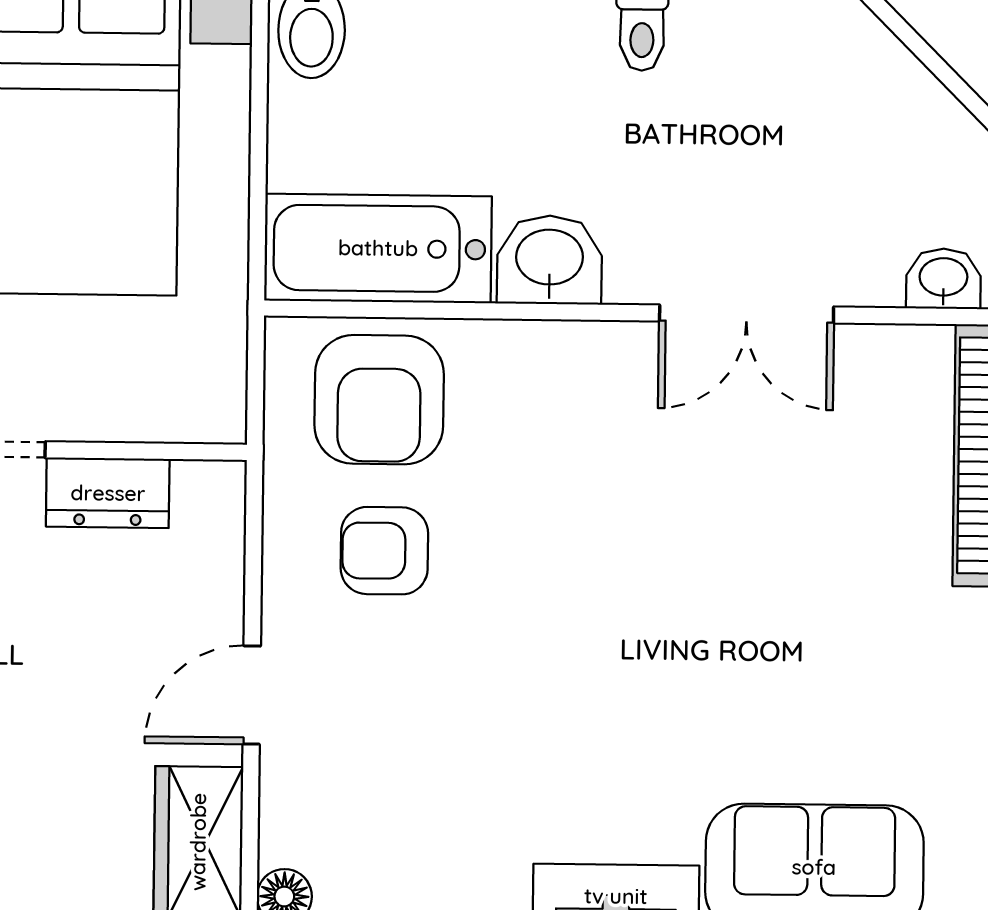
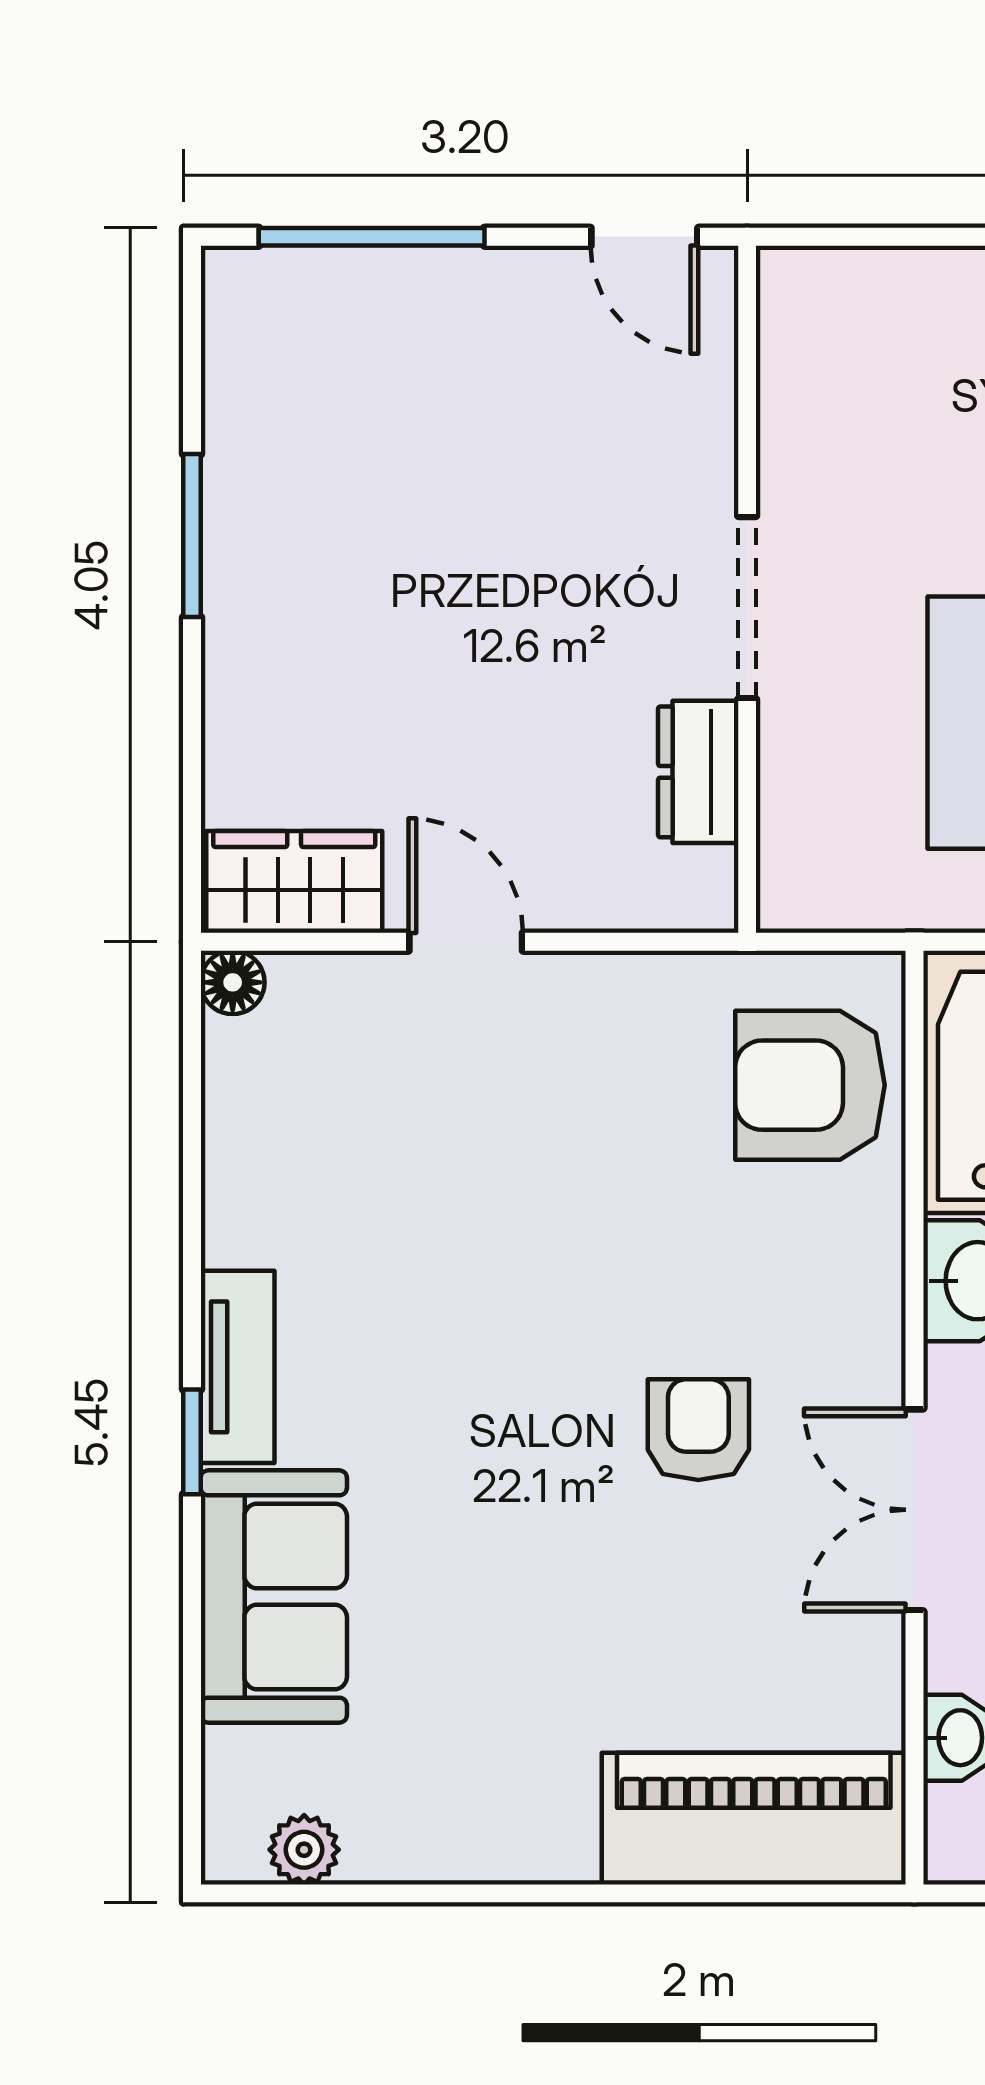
armchair: (384, 551) -> (698, 1430), moved

